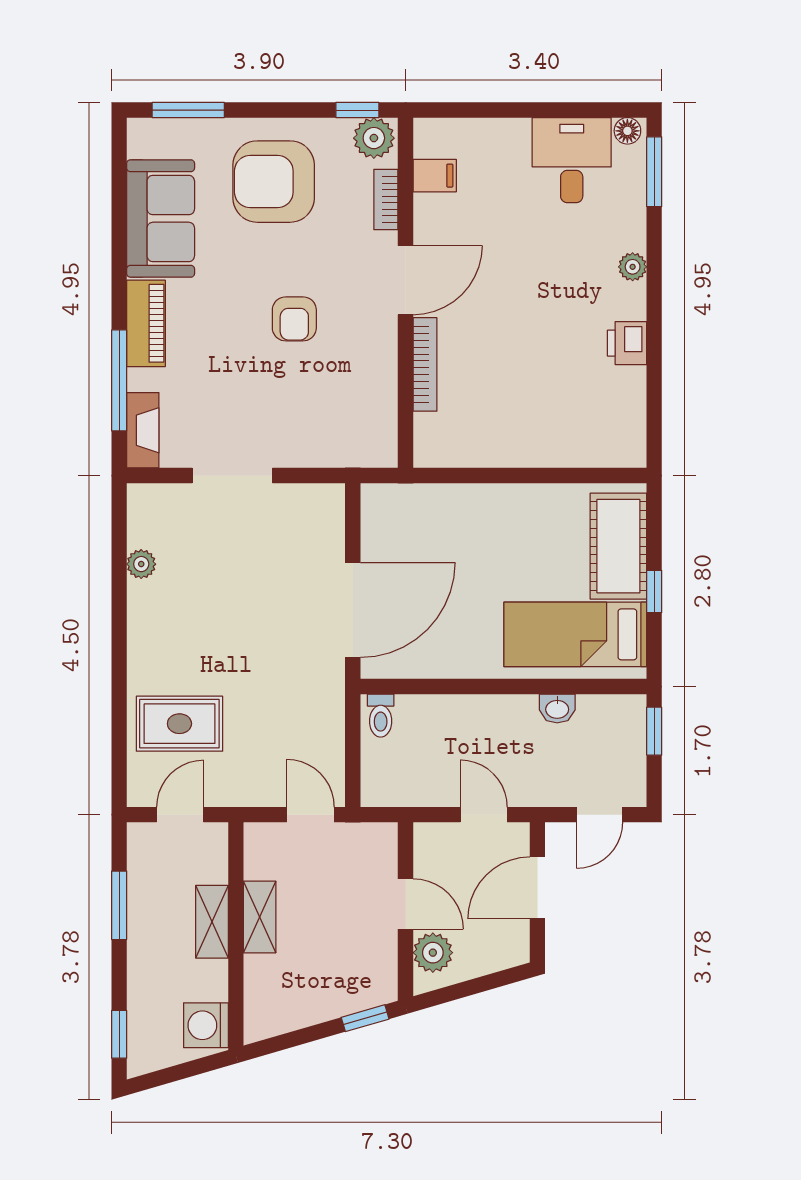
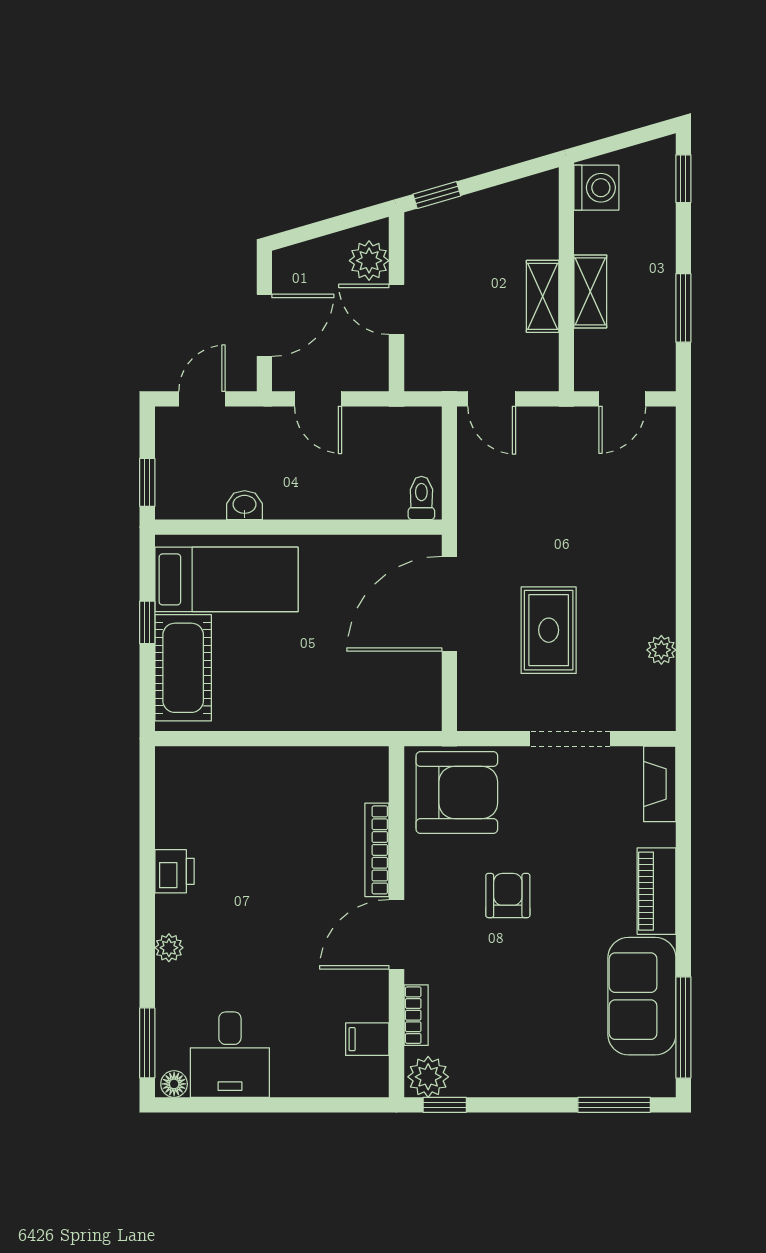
armchair: (274, 182) -> (457, 793), moved
window: (119, 380) -> (683, 1027), moved
rug: (179, 724) -> (549, 630), moved, turned 90

